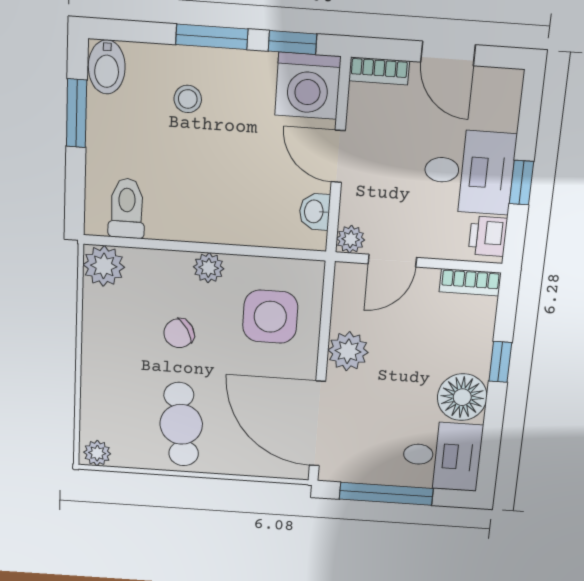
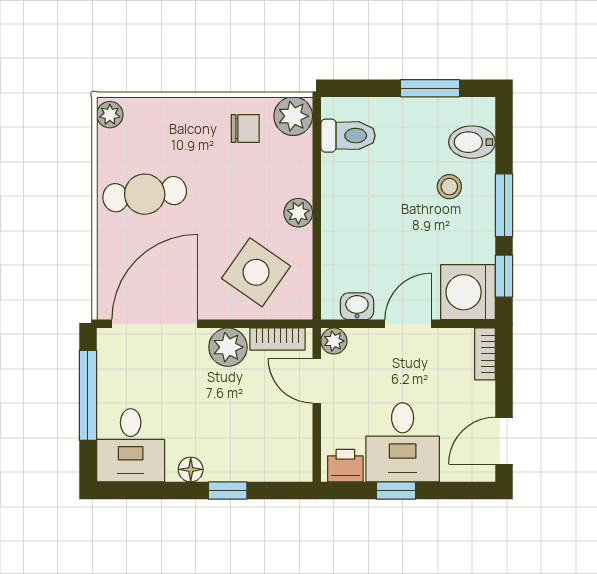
door: (448, 53) -> (504, 441), moved
bidet: (107, 67) -> (472, 142), moved
bookcase: (470, 282) -> (278, 339), moved, turned -90
side table: (270, 317) -> (256, 272), turned 35
chair: (179, 333) -> (245, 129), moved, turned 121
floor lamp: (462, 397) -> (191, 469), width x0.53, depth x0.53

